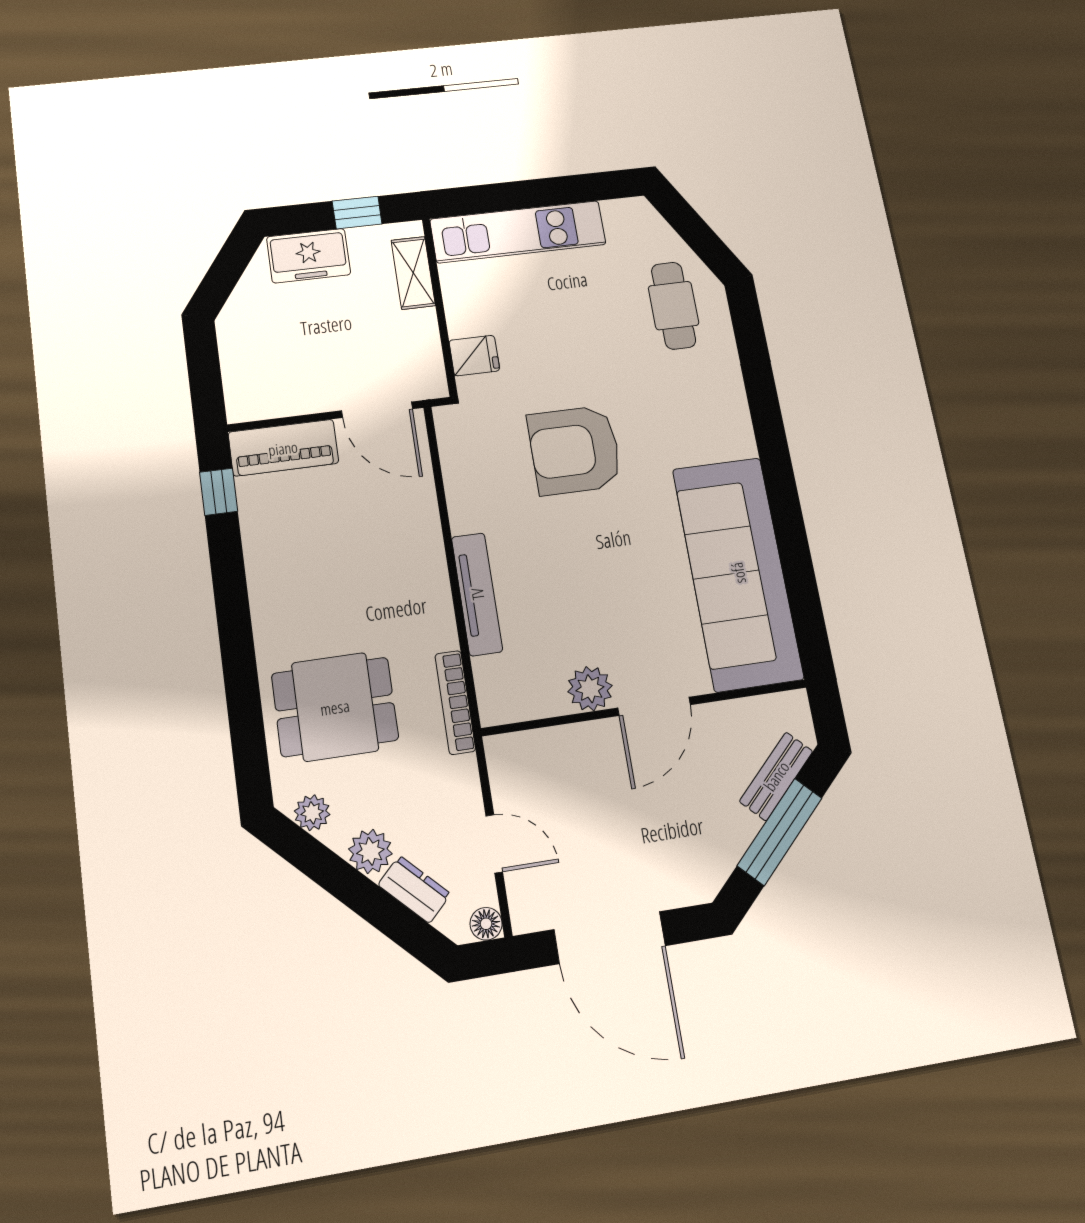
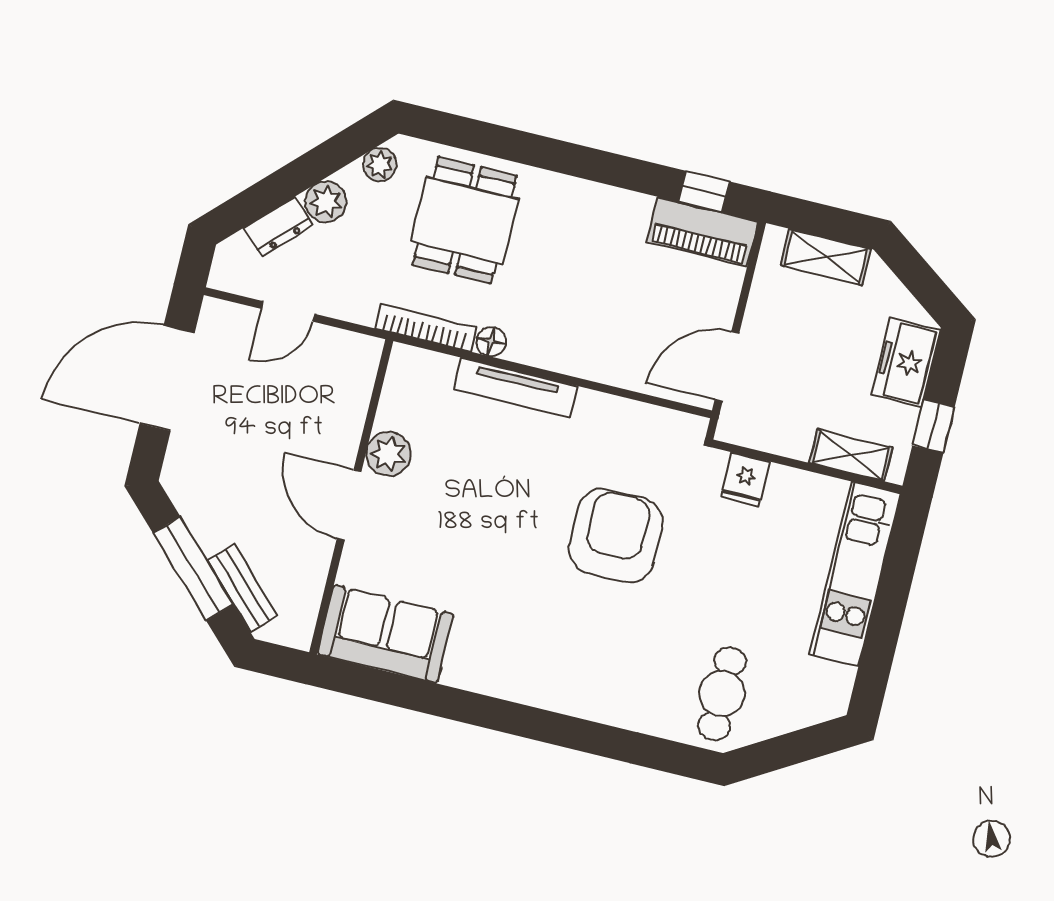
cafe table: (674, 306) -> (722, 694), turned 90
shelving: (238, 360) -> (826, 257), added
piano: (283, 448) -> (702, 231), moved, turned -90
sofa: (738, 573) -> (385, 634), width x0.54, depth x0.79
floor lamp: (486, 924) -> (491, 342), moved

